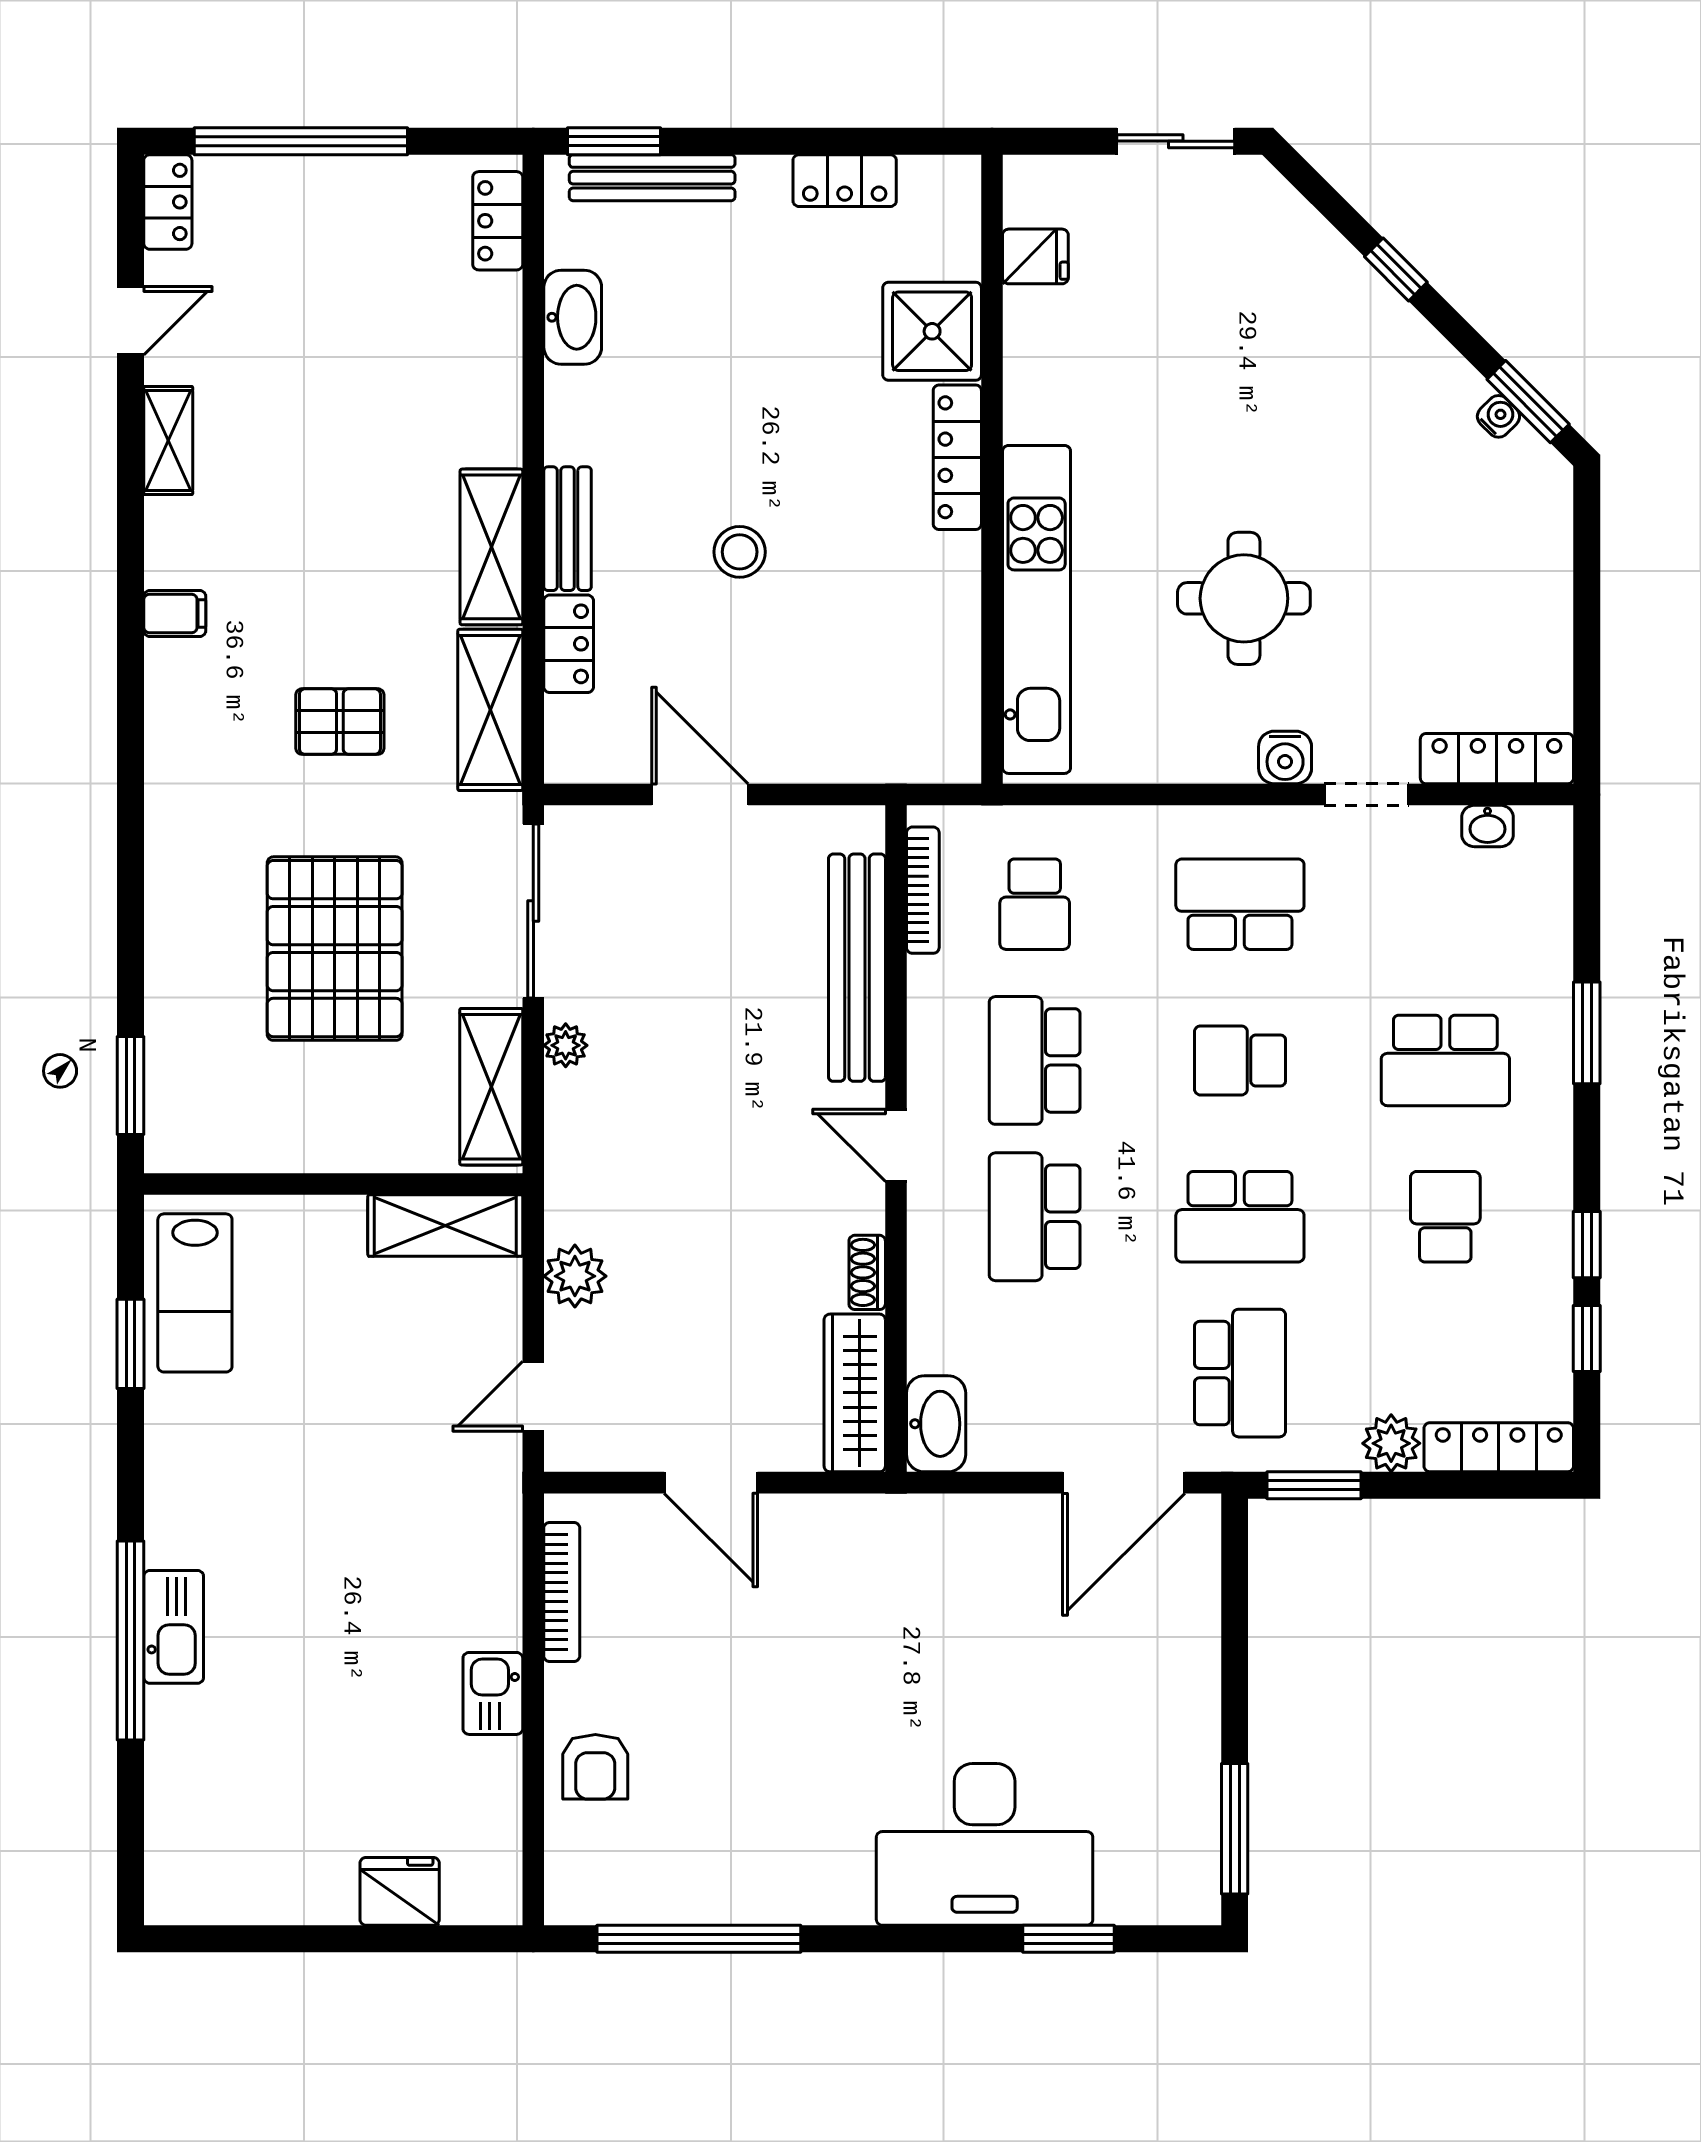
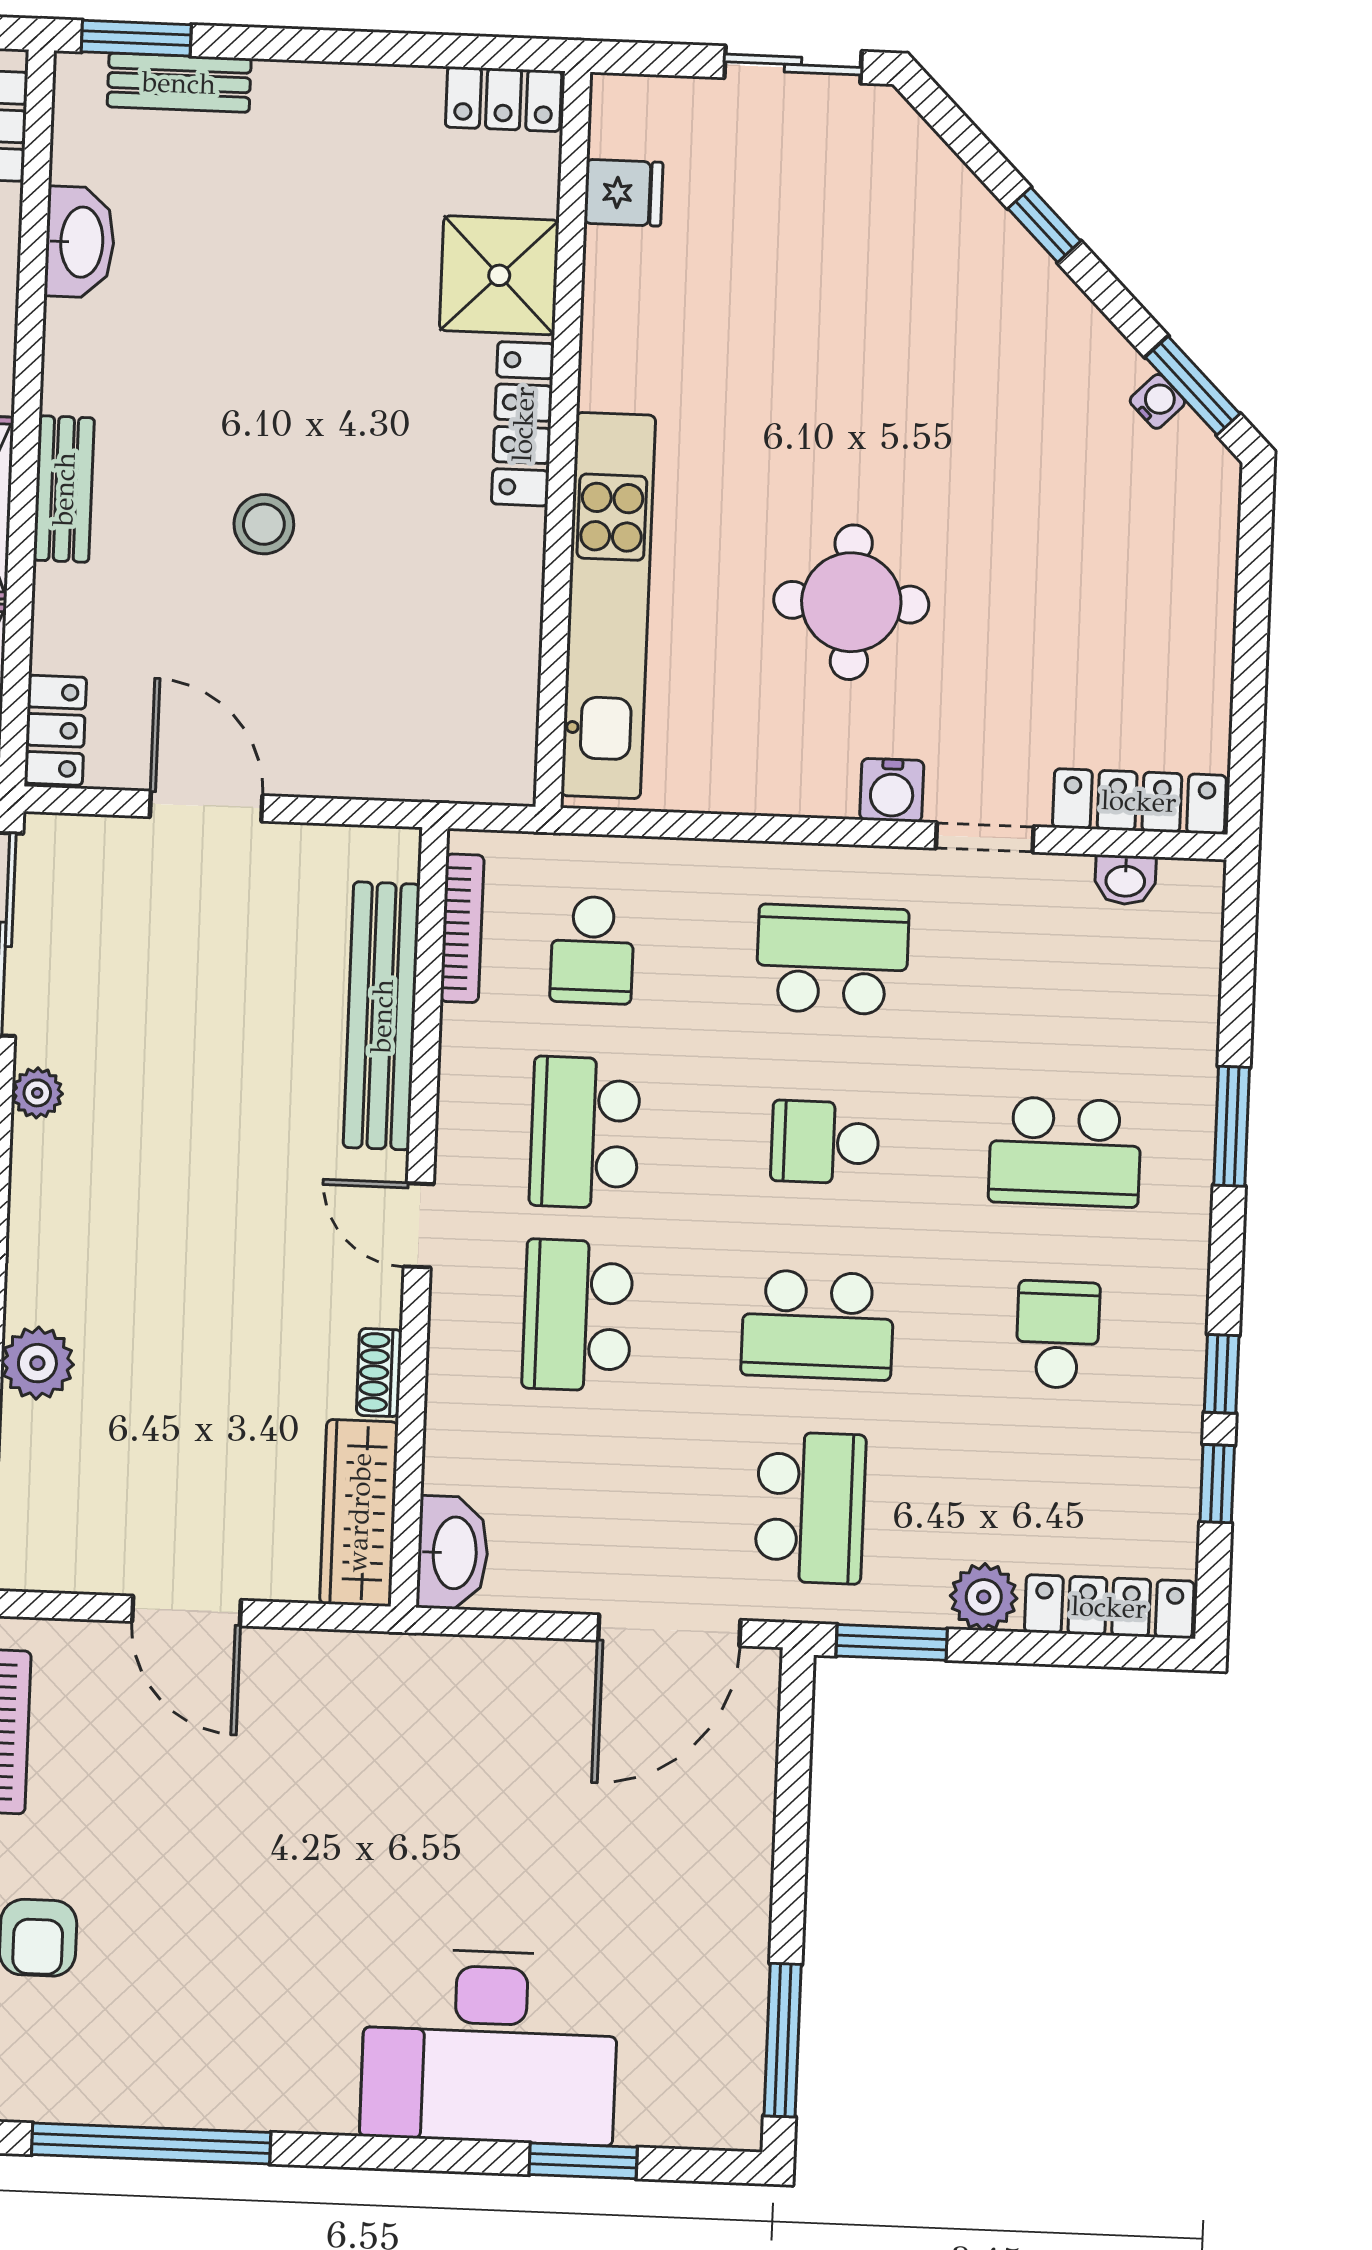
bench: (652, 178) -> (179, 83), width x0.73
locker: (845, 181) -> (504, 99), moved
locker: (569, 644) -> (55, 730), moved

